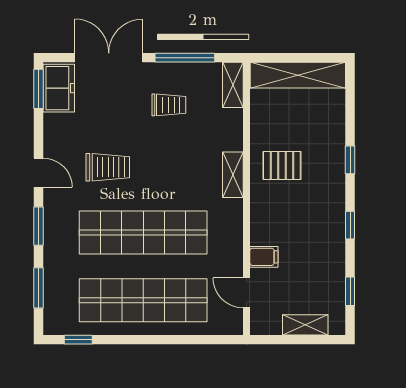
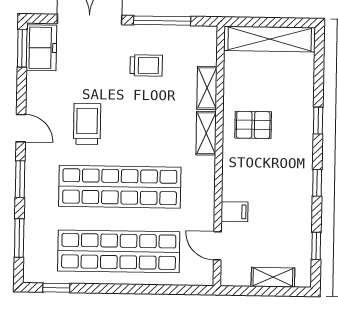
shelving: (233, 85) -> (207, 88), moved
trolley: (108, 167) -> (87, 124), turned -90

